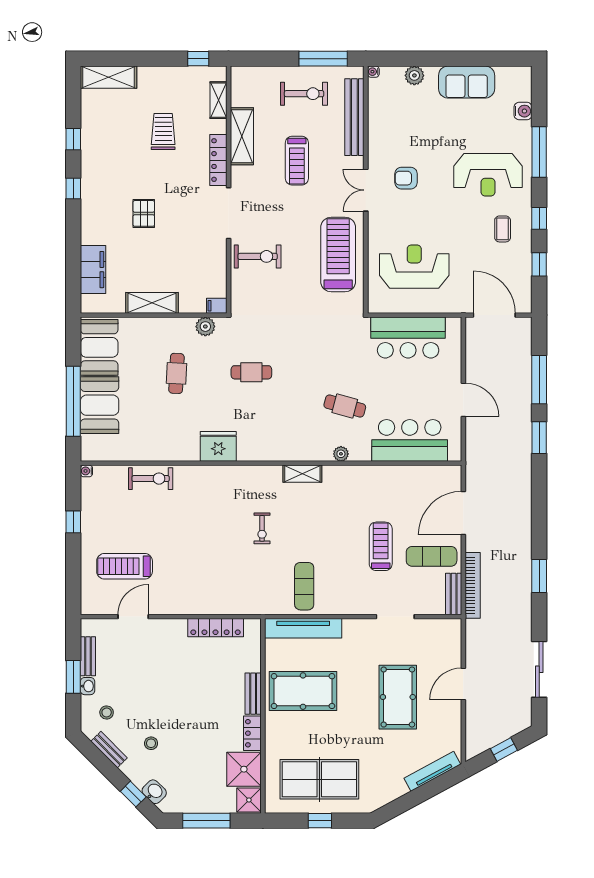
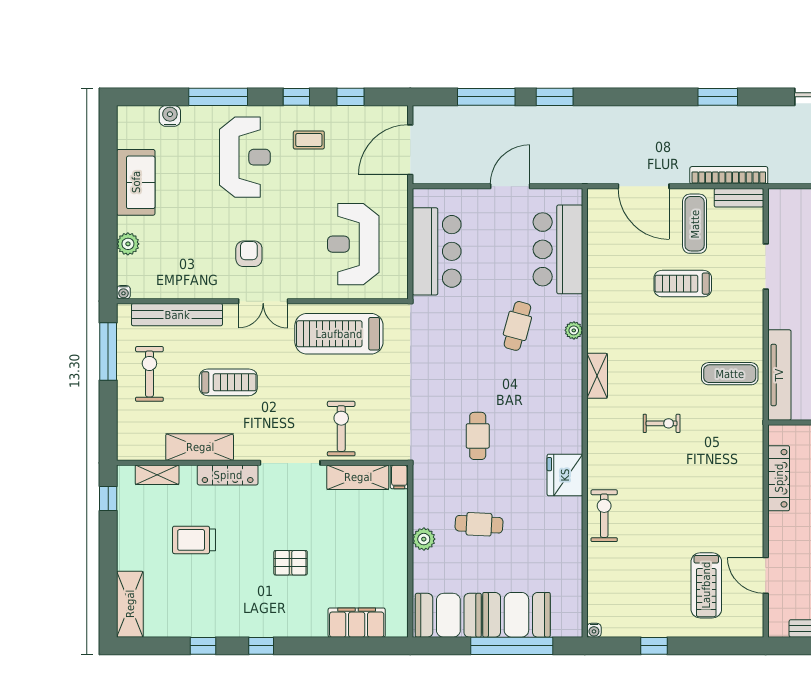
armchair: (406, 178) -> (249, 254), turned 180
shelving: (152, 303) -> (358, 477), moved, turned 90
plant: (205, 327) -> (424, 539), moved
exercise bike: (151, 479) -> (604, 516), moved

